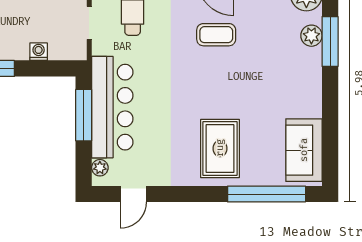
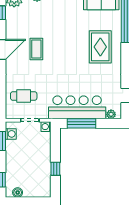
washing machine: (39, 52) -> (46, 127), moved
rug: (220, 148) -> (100, 47), turned 90

